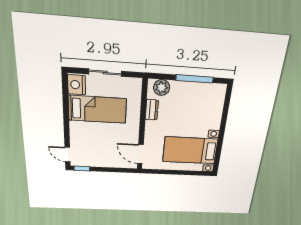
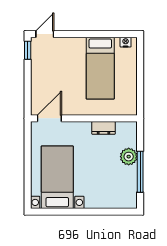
sliding door: (105, 73) -> (140, 76), removed
nightstand: (77, 85) -> (126, 42), width x0.53, depth x0.56
plant: (162, 88) -> (129, 157), moved

